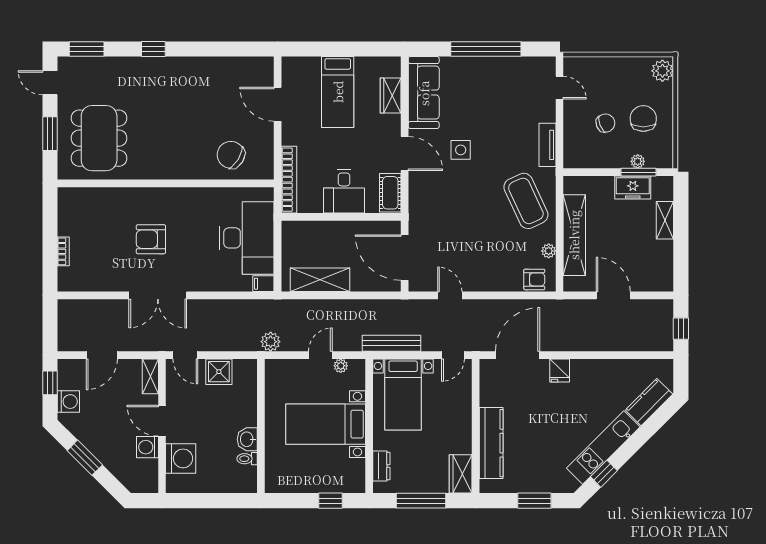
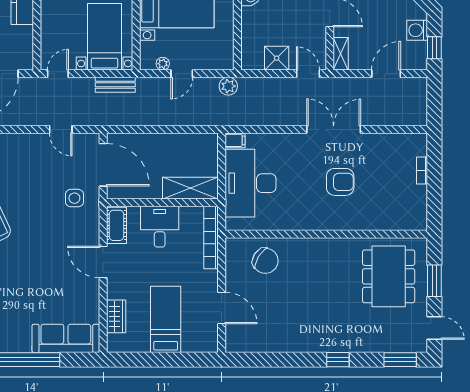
sofa: (424, 93) -> (66, 338), moved, turned 90
side table: (461, 150) -> (74, 198), moved
shelving: (320, 280) -> (190, 188), moved
bench: (392, 343) -> (115, 85), width x0.73

